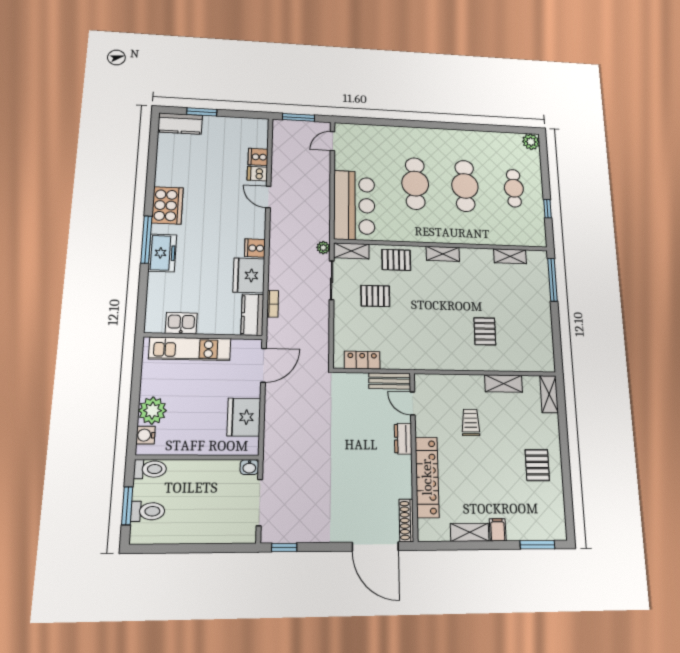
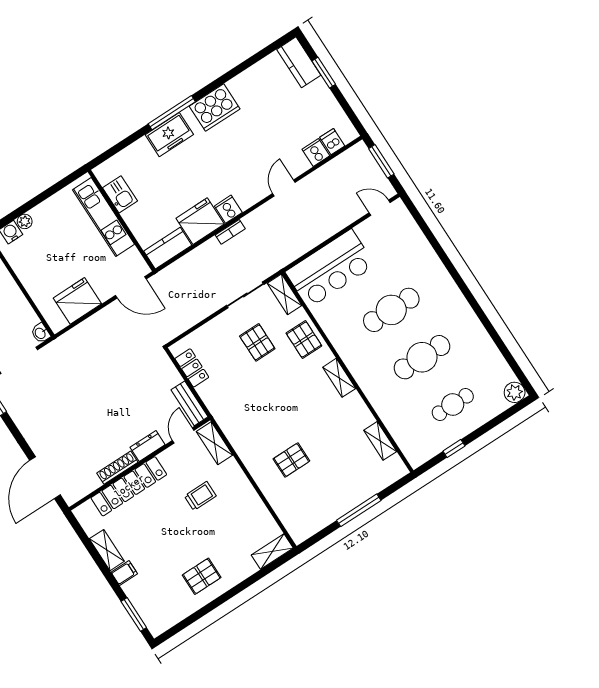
dishwasher: (257, 174) -> (332, 142), moved
plant: (323, 248) -> (270, 268), removed
window: (552, 280) -> (359, 510), moved
bookcase: (273, 304) -> (230, 232), moved
shelving: (504, 384) -> (215, 443), moved
plant: (152, 411) -> (25, 221), width x0.53, depth x0.53
shoe rack: (406, 520) -> (117, 468), moved

